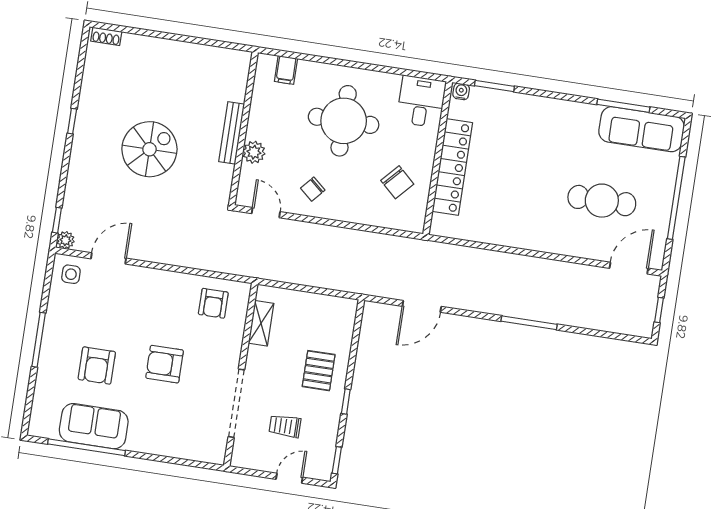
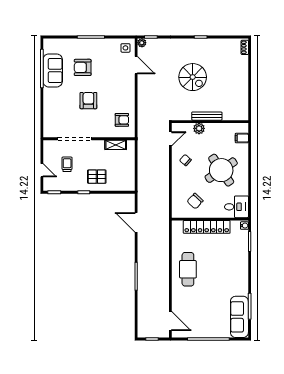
round table: (344, 121) -> (221, 170), turned -34
cafe table: (602, 201) -> (188, 269), moved
armchair: (213, 303) -> (122, 120), turned 180

